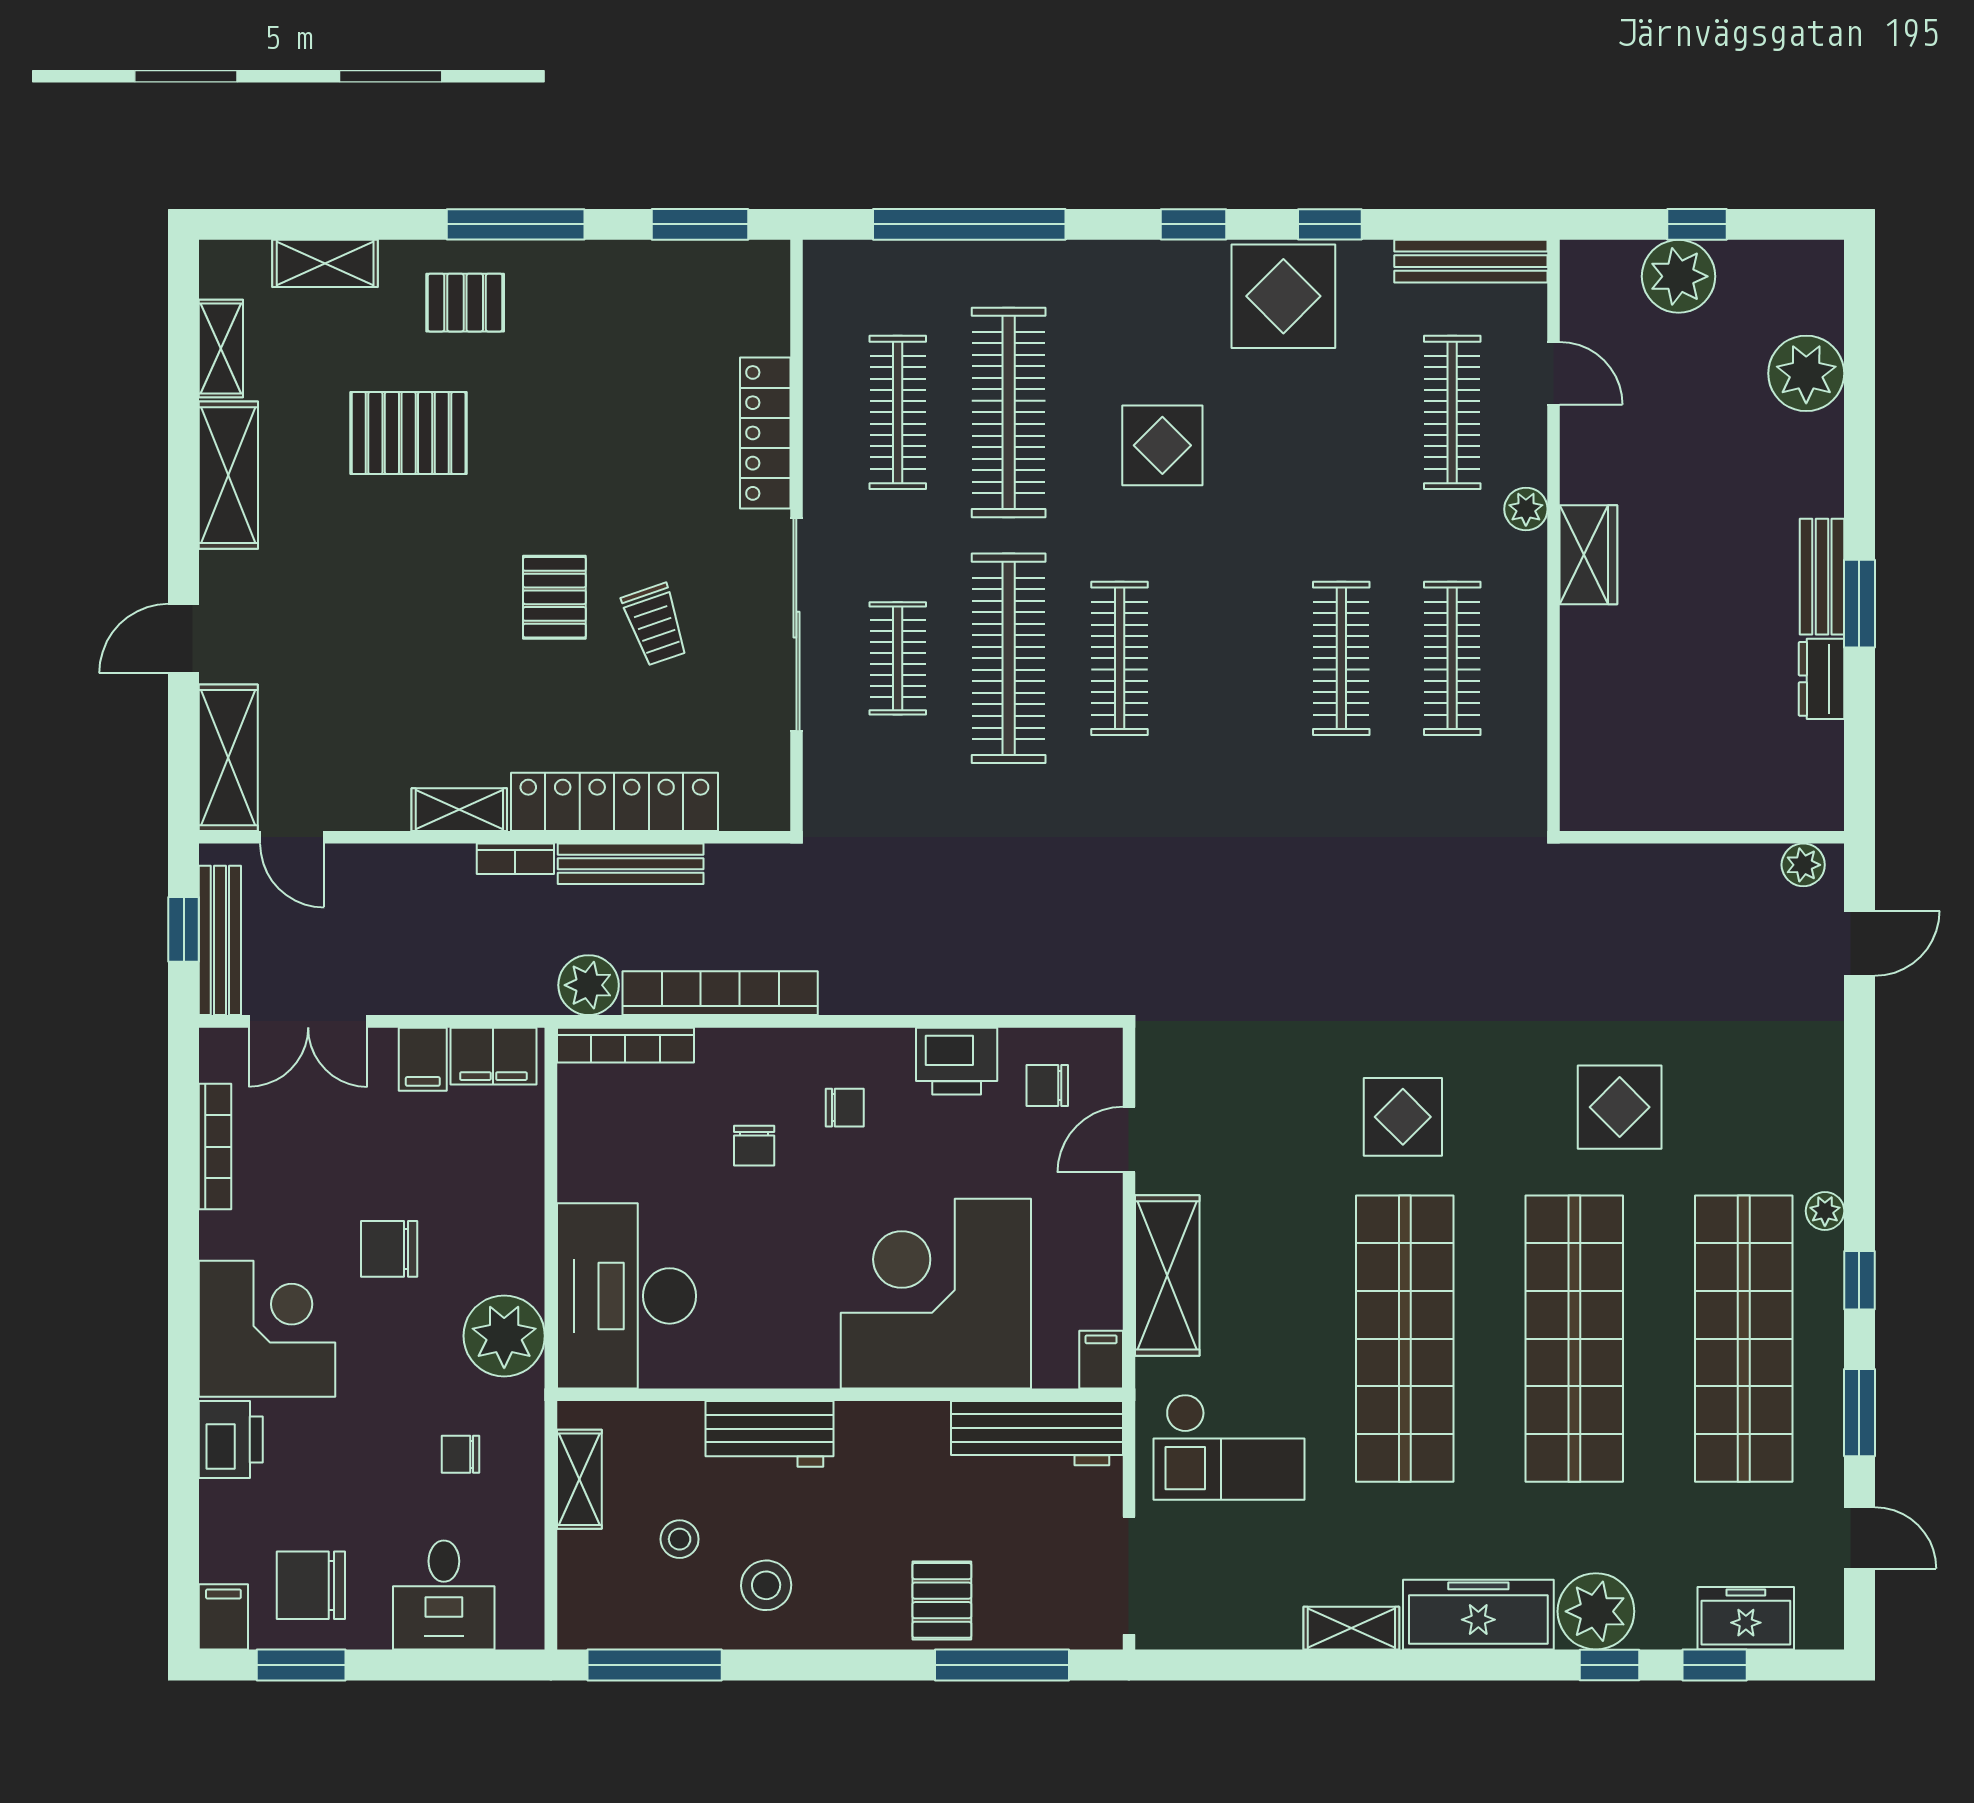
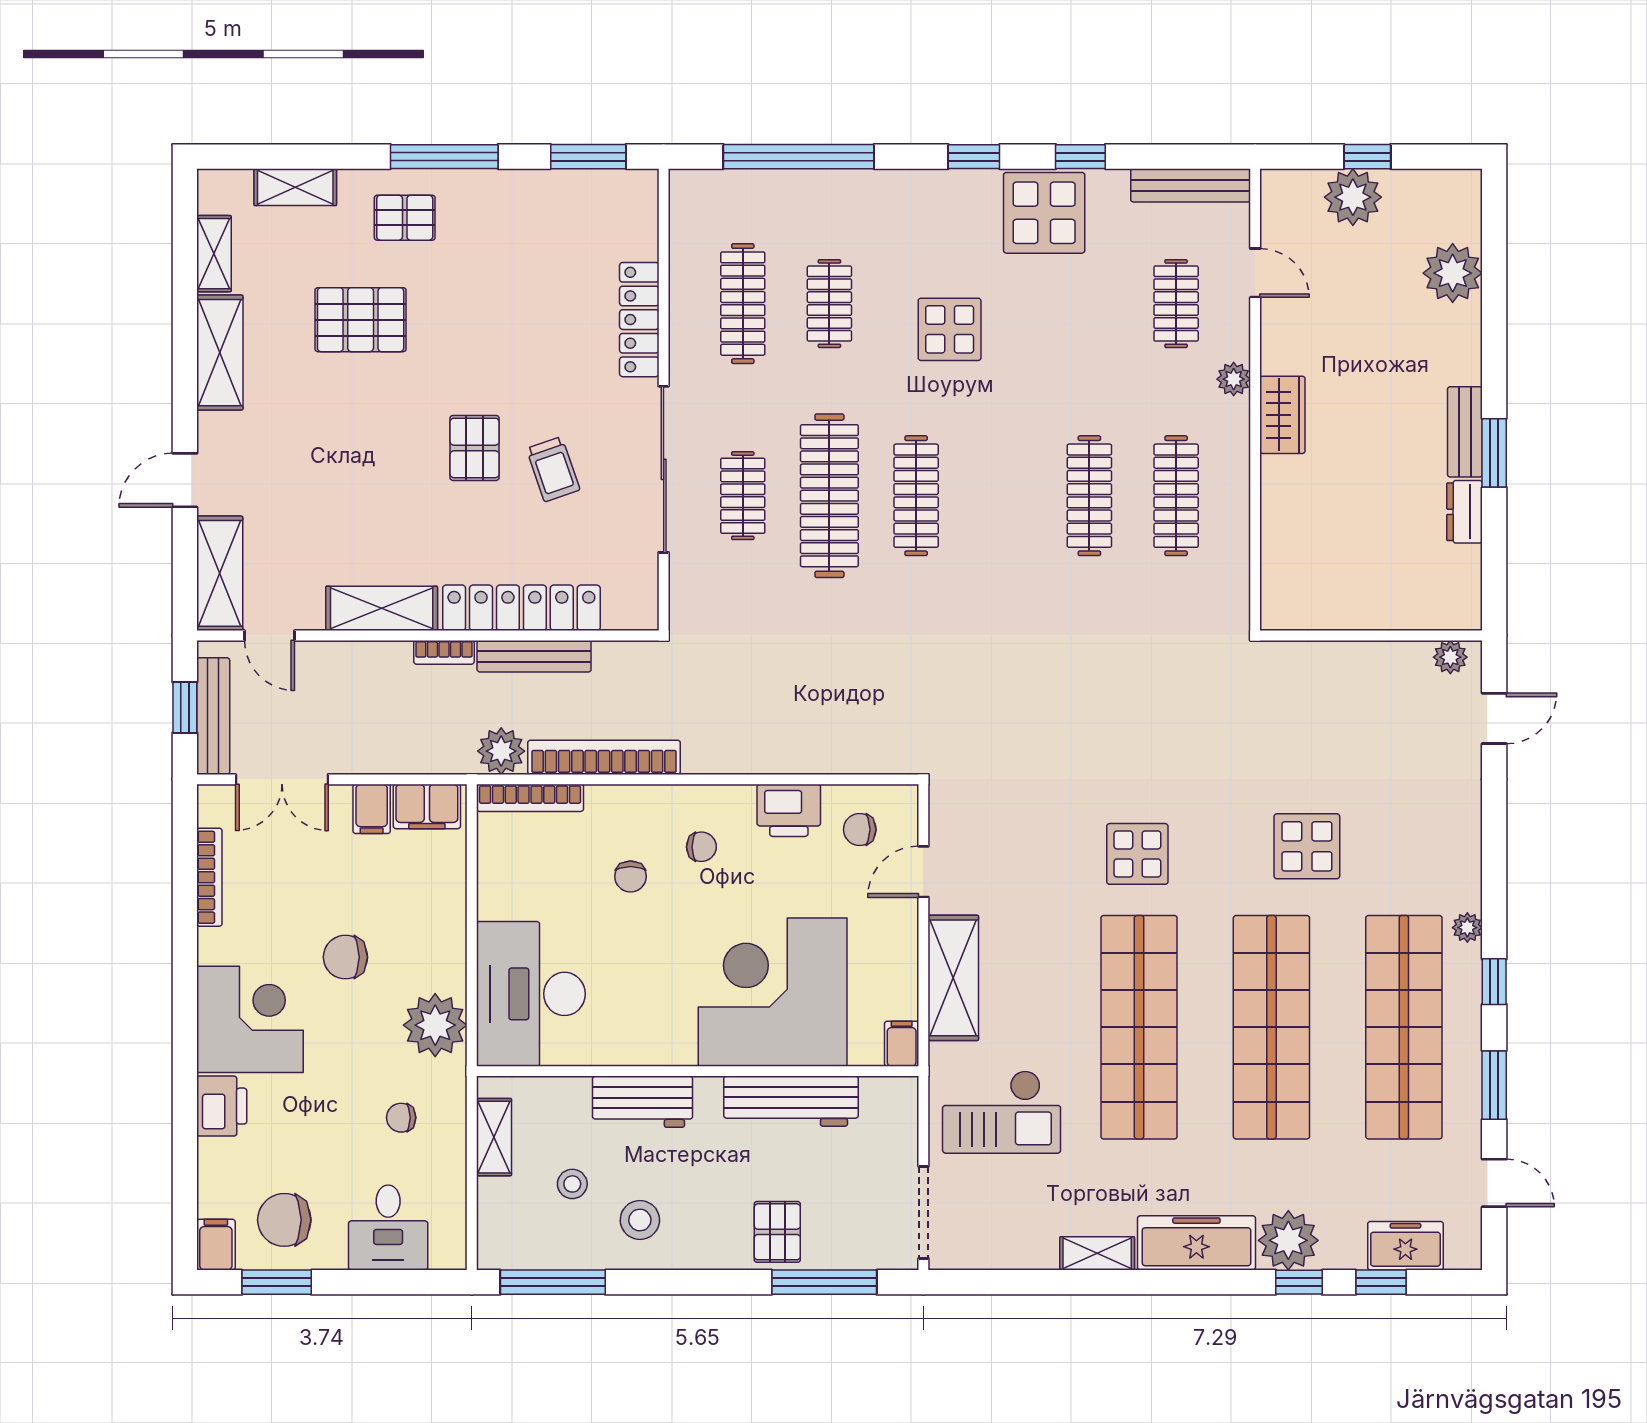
clothes rail: (1009, 412) -> (829, 304), width x0.54, depth x0.76
clothes rail: (1452, 412) -> (1176, 304), width x0.73
shelving: (459, 810) -> (382, 608), width x1.50, depth x1.33
workbench: (1037, 1433) -> (791, 1101), moved

